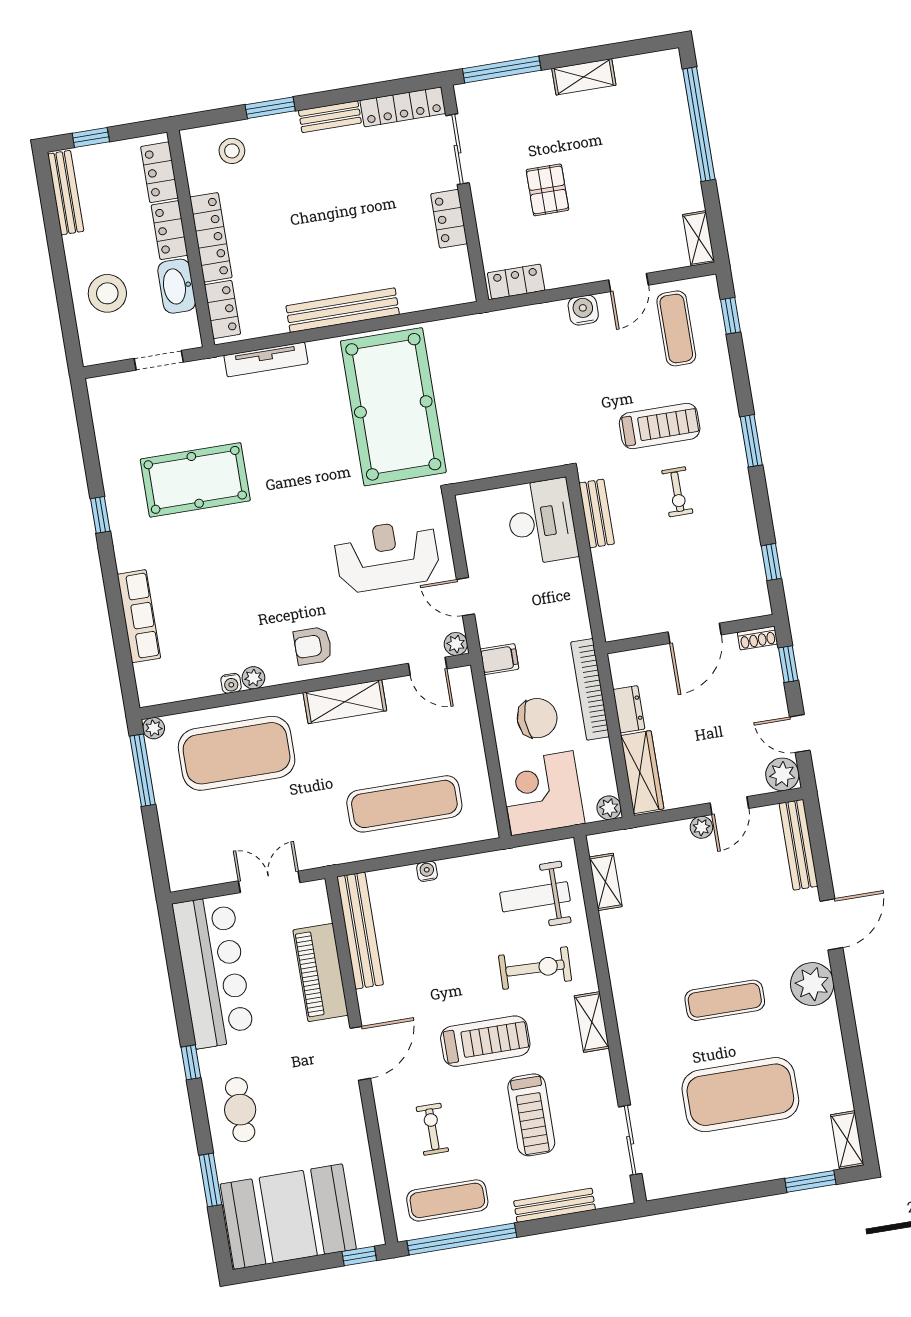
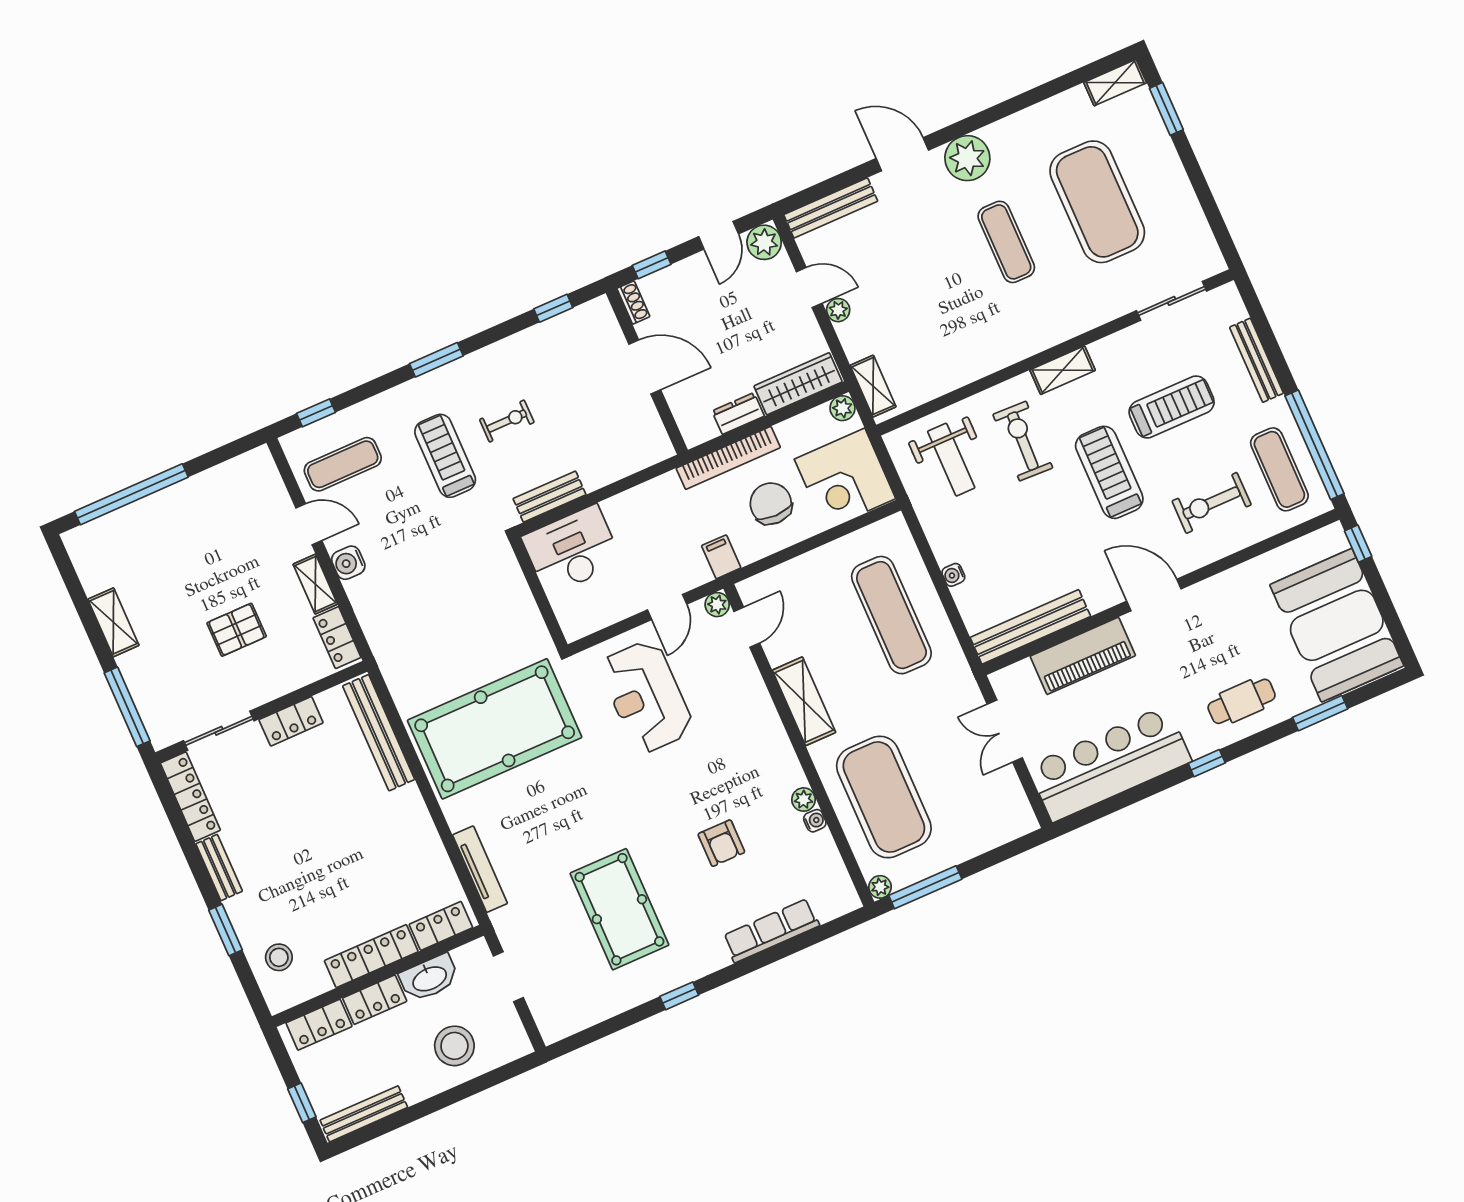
shelving: (699, 238) -> (315, 584), moved, turned 90
bench: (343, 310) -> (379, 733), moved
armchair: (313, 646) -> (721, 843), moved
shelving: (606, 882) -> (873, 386), moved, turned 90
exercise bike: (432, 1129) -> (1212, 503), width x1.38, depth x1.39

